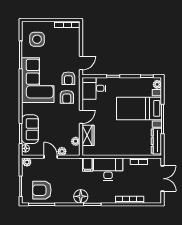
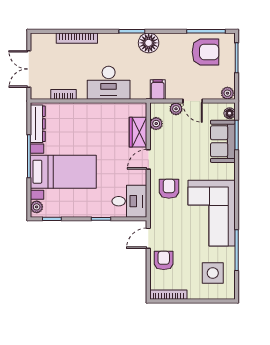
armchair: (68, 78) -> (164, 260), moved
filing cabinet: (88, 165) -> (158, 90), moved

